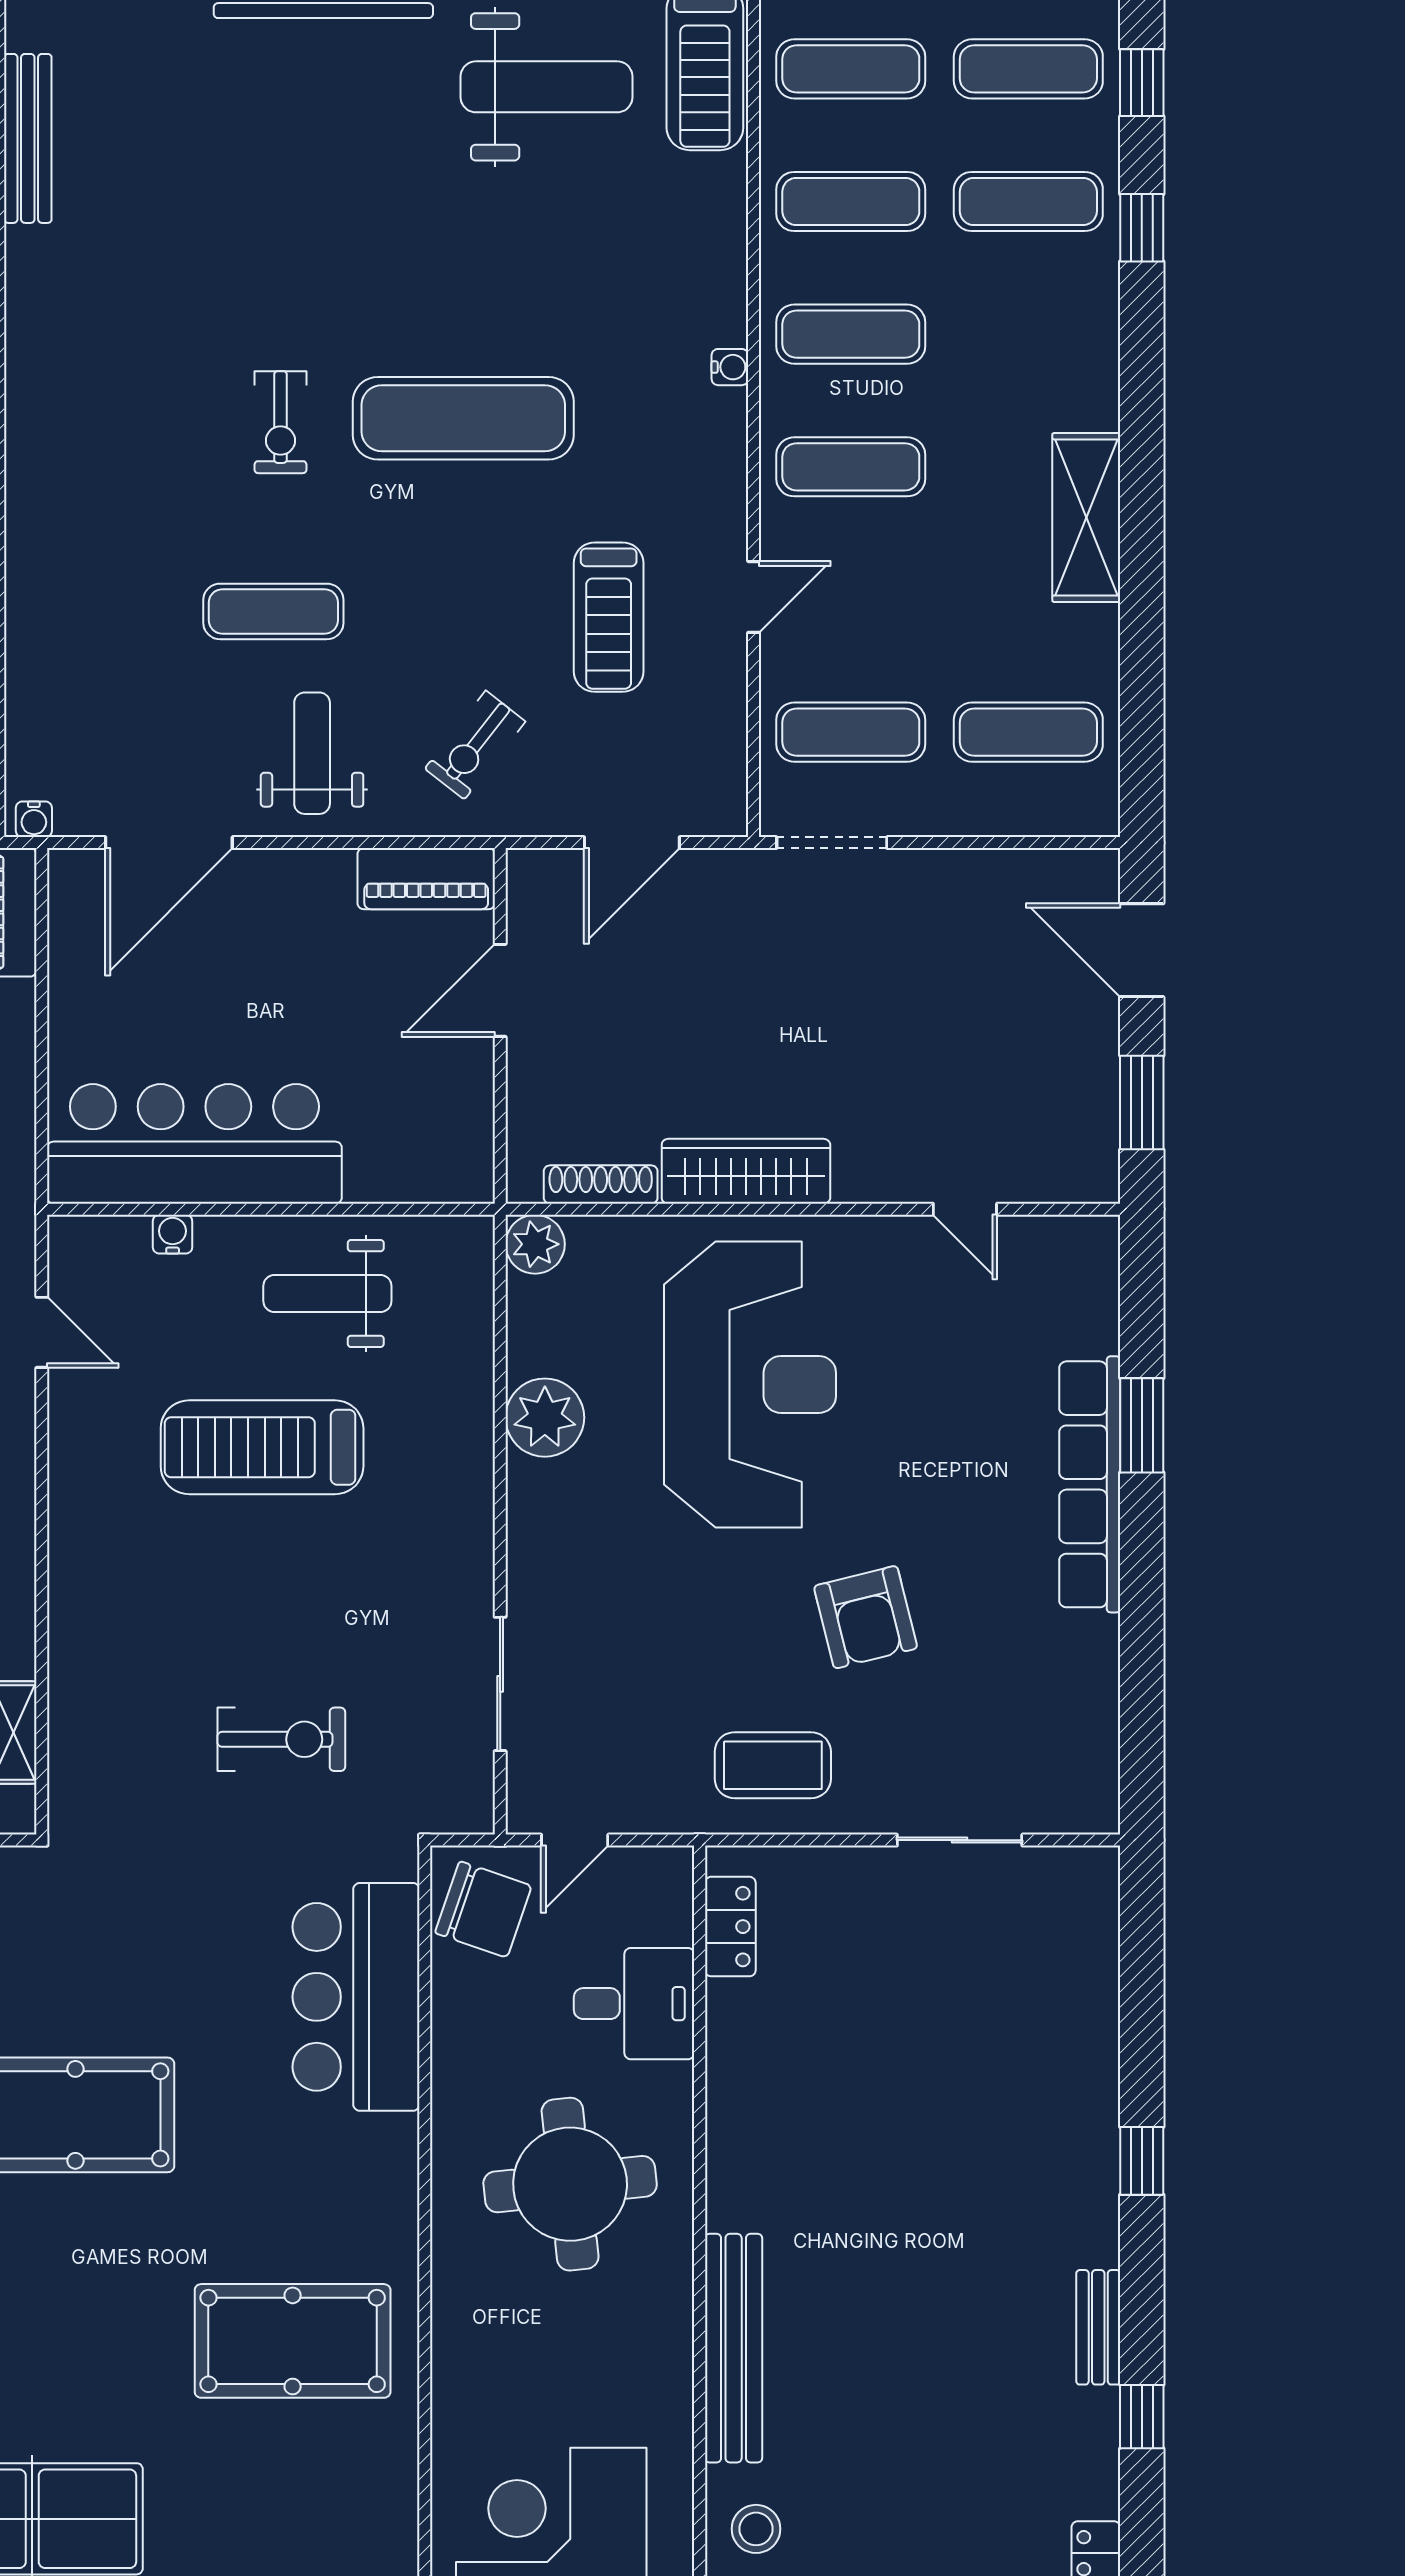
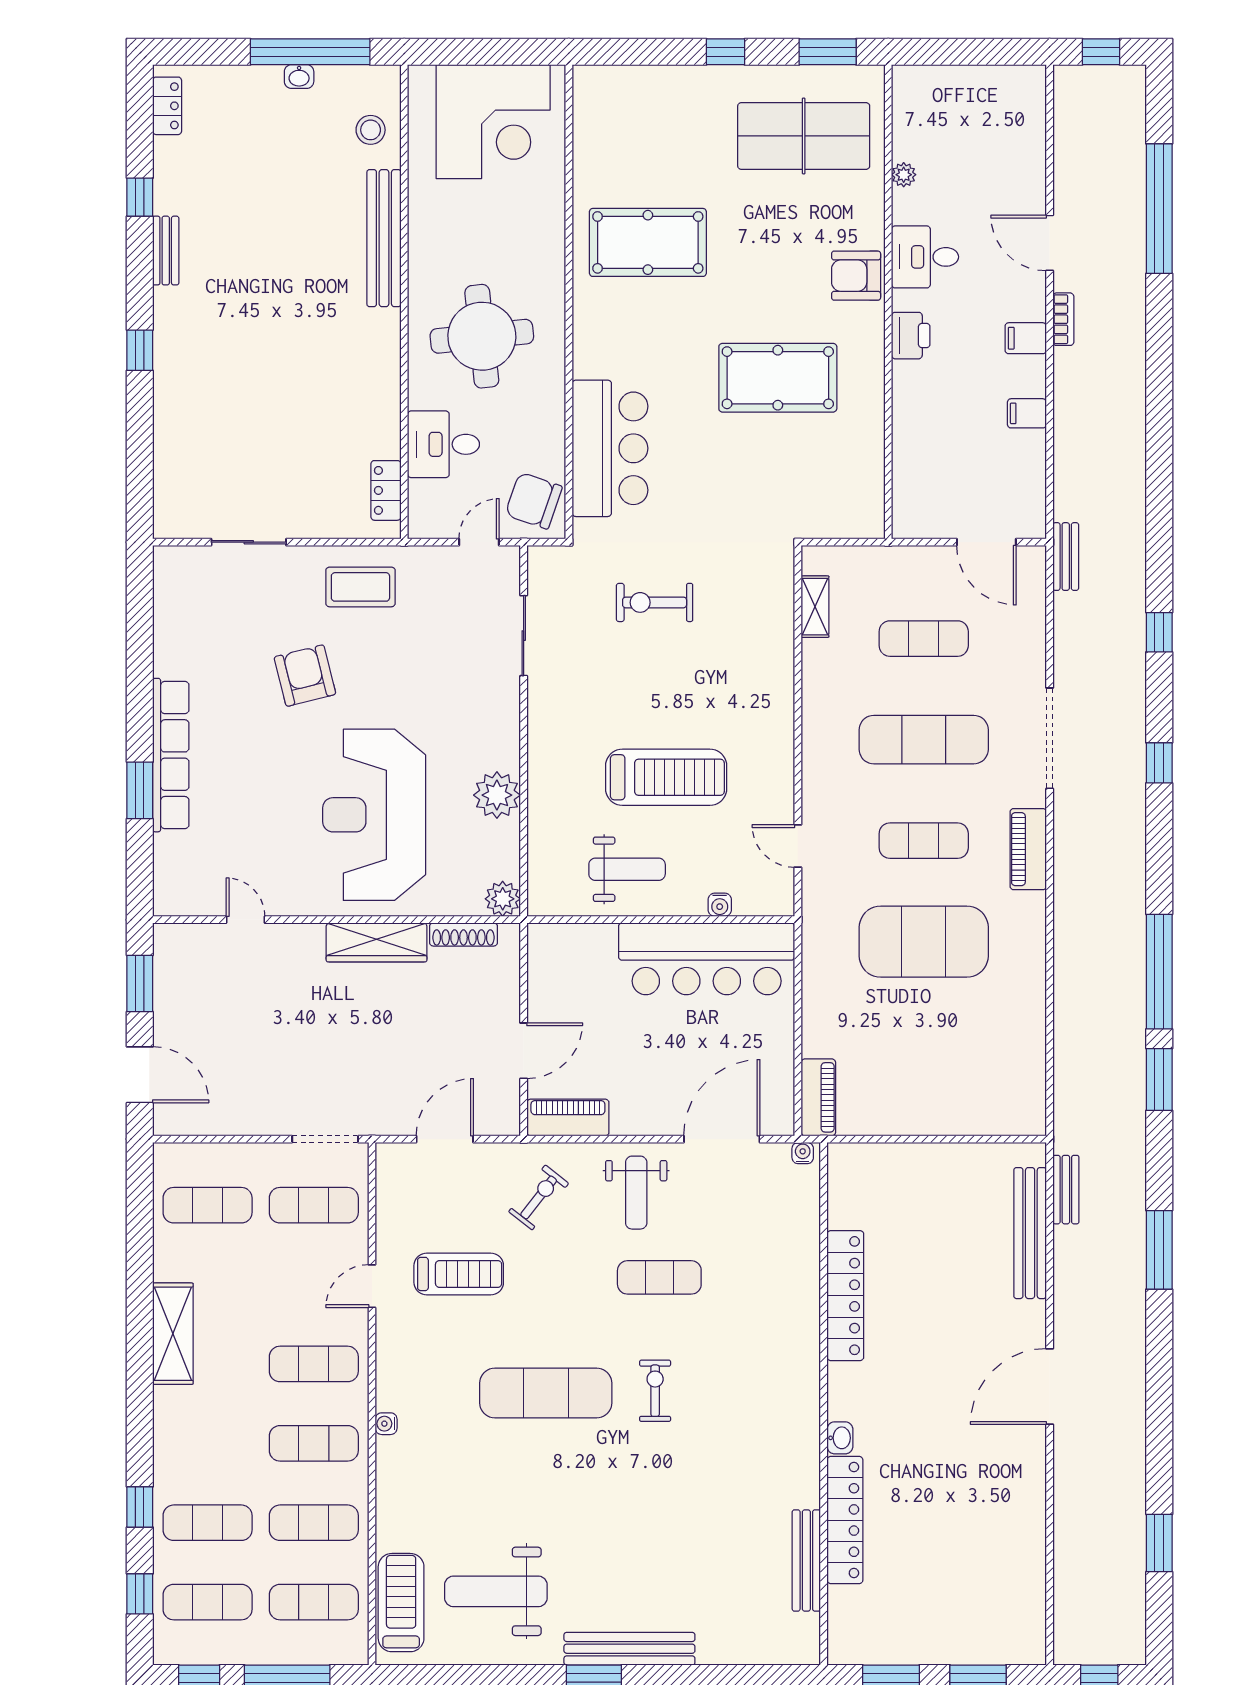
treadmill: (609, 617) -> (459, 1274), turned 90

